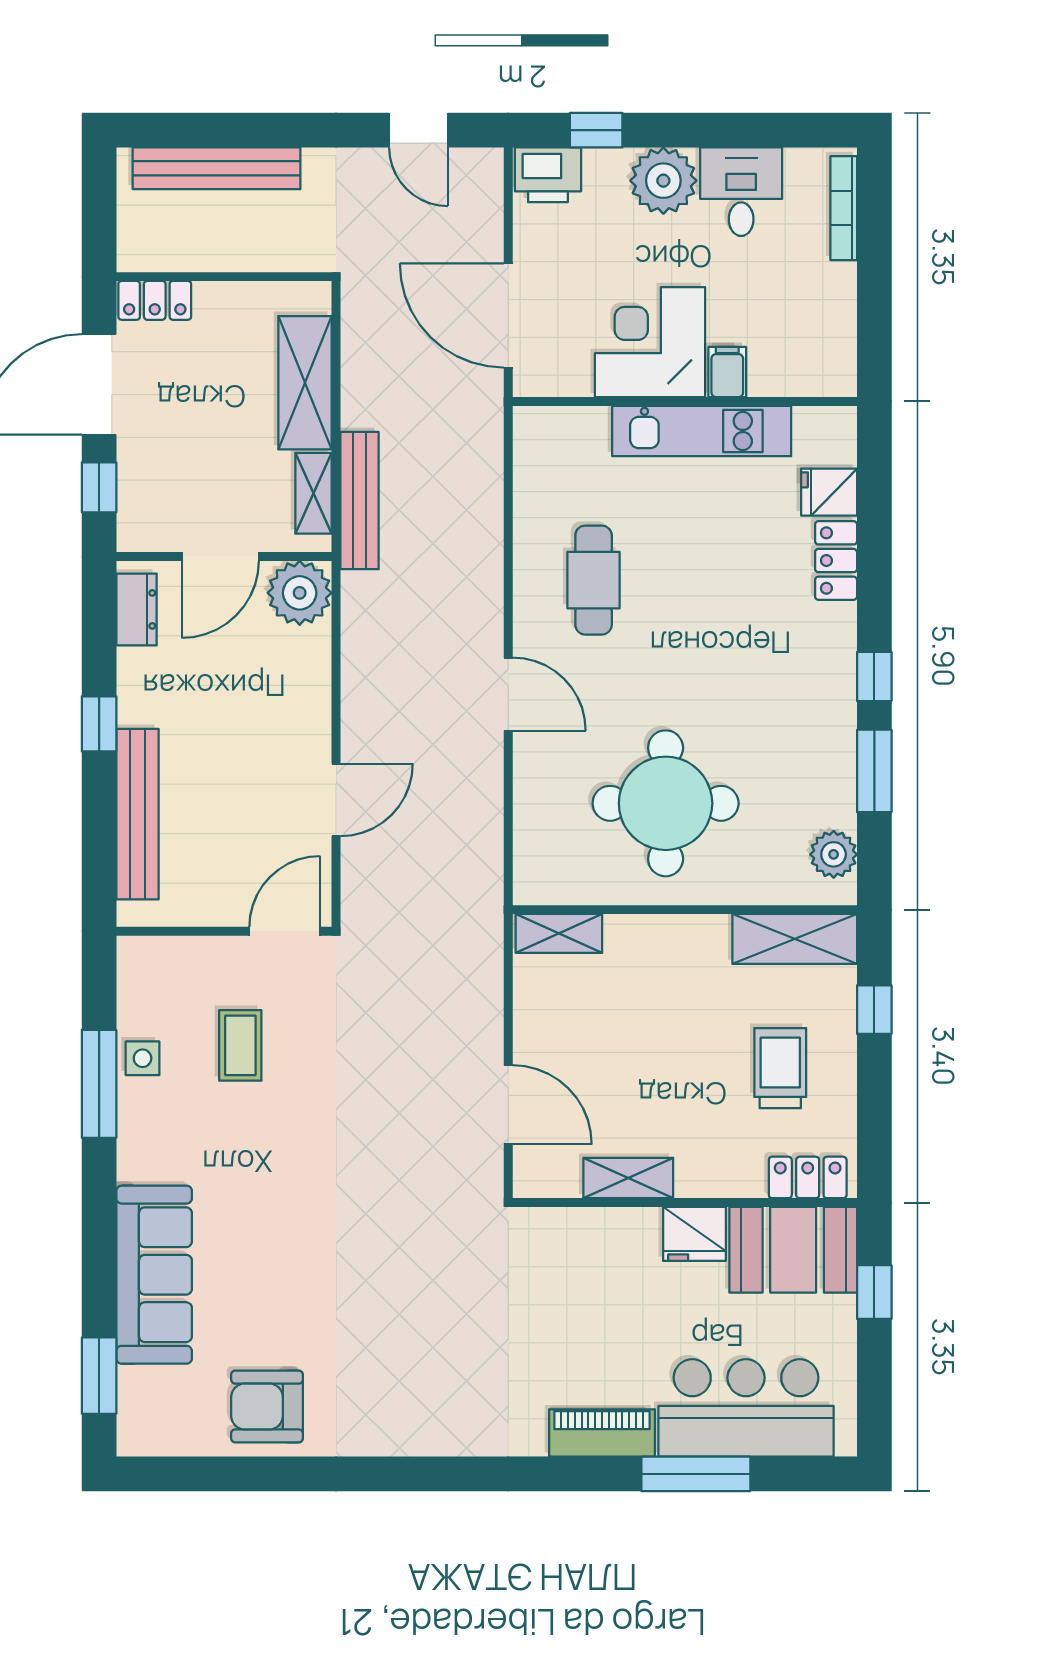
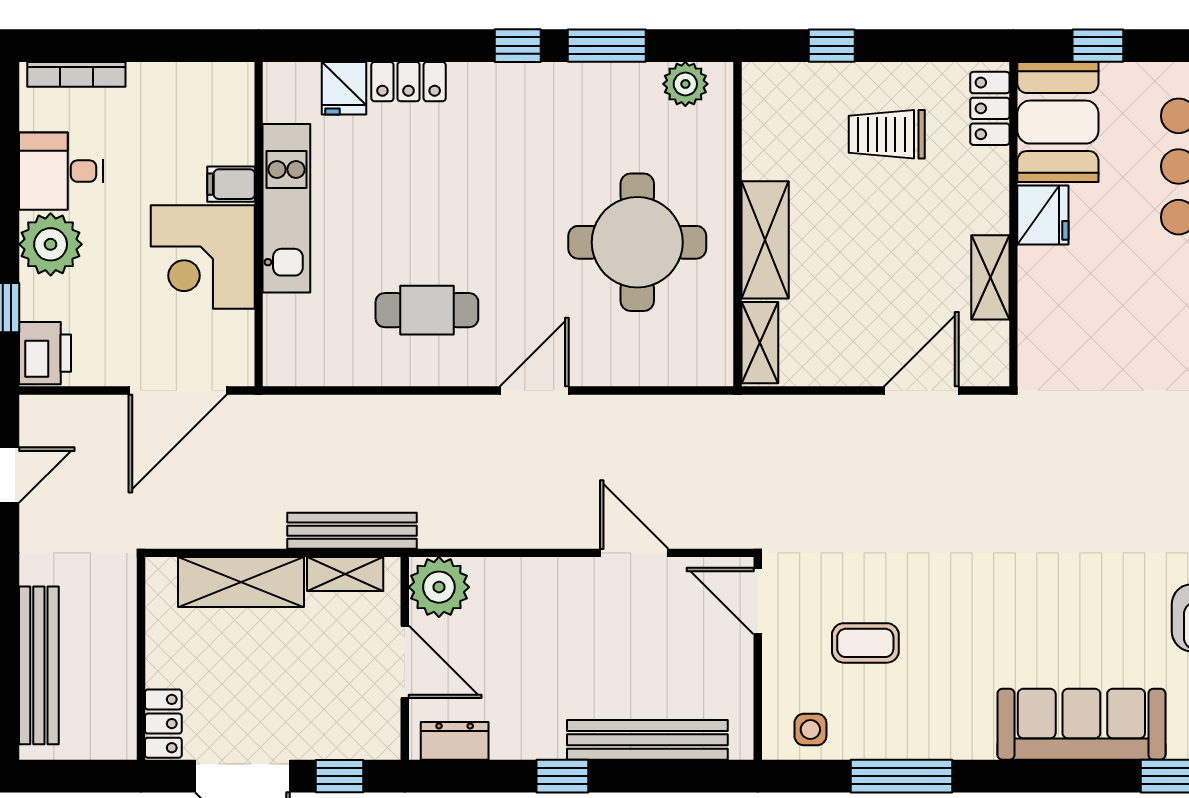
shelving: (795, 939) -> (765, 240), moved
side table: (143, 1058) -> (810, 730), moved

